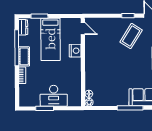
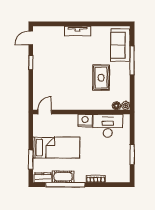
coffee table: (131, 36) -> (53, 59), removed
nightstand: (75, 51) -> (85, 121), moved
cot: (24, 56) -> (63, 177), moved
rug: (114, 80) -> (101, 78), added
desk: (54, 96) -> (108, 126), moved, turned -90

